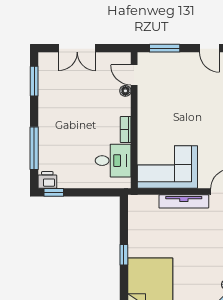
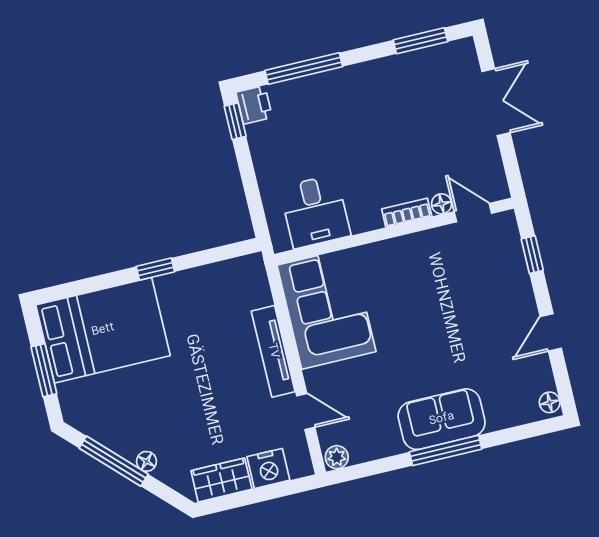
double door: (77, 48) -> (496, 102), swing flipped
window: (165, 48) -> (532, 255), width x0.67
door: (134, 75) -> (473, 213), hinge flipped
bookcase: (126, 130) -> (407, 213), moved

